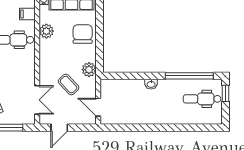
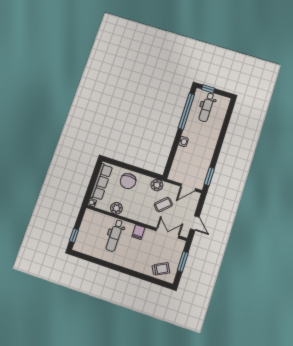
filing cabinet: (27, 14) -> (138, 232), moved
chair: (83, 34) -> (128, 181), turned -90
window: (119, 128) -> (209, 176), added

